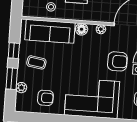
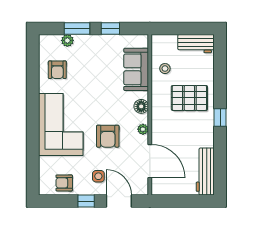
sofa: (50, 31) -> (136, 69), width x0.73
armchair: (117, 61) -> (108, 136), moved
coffee table: (36, 62) -> (98, 56), removed

